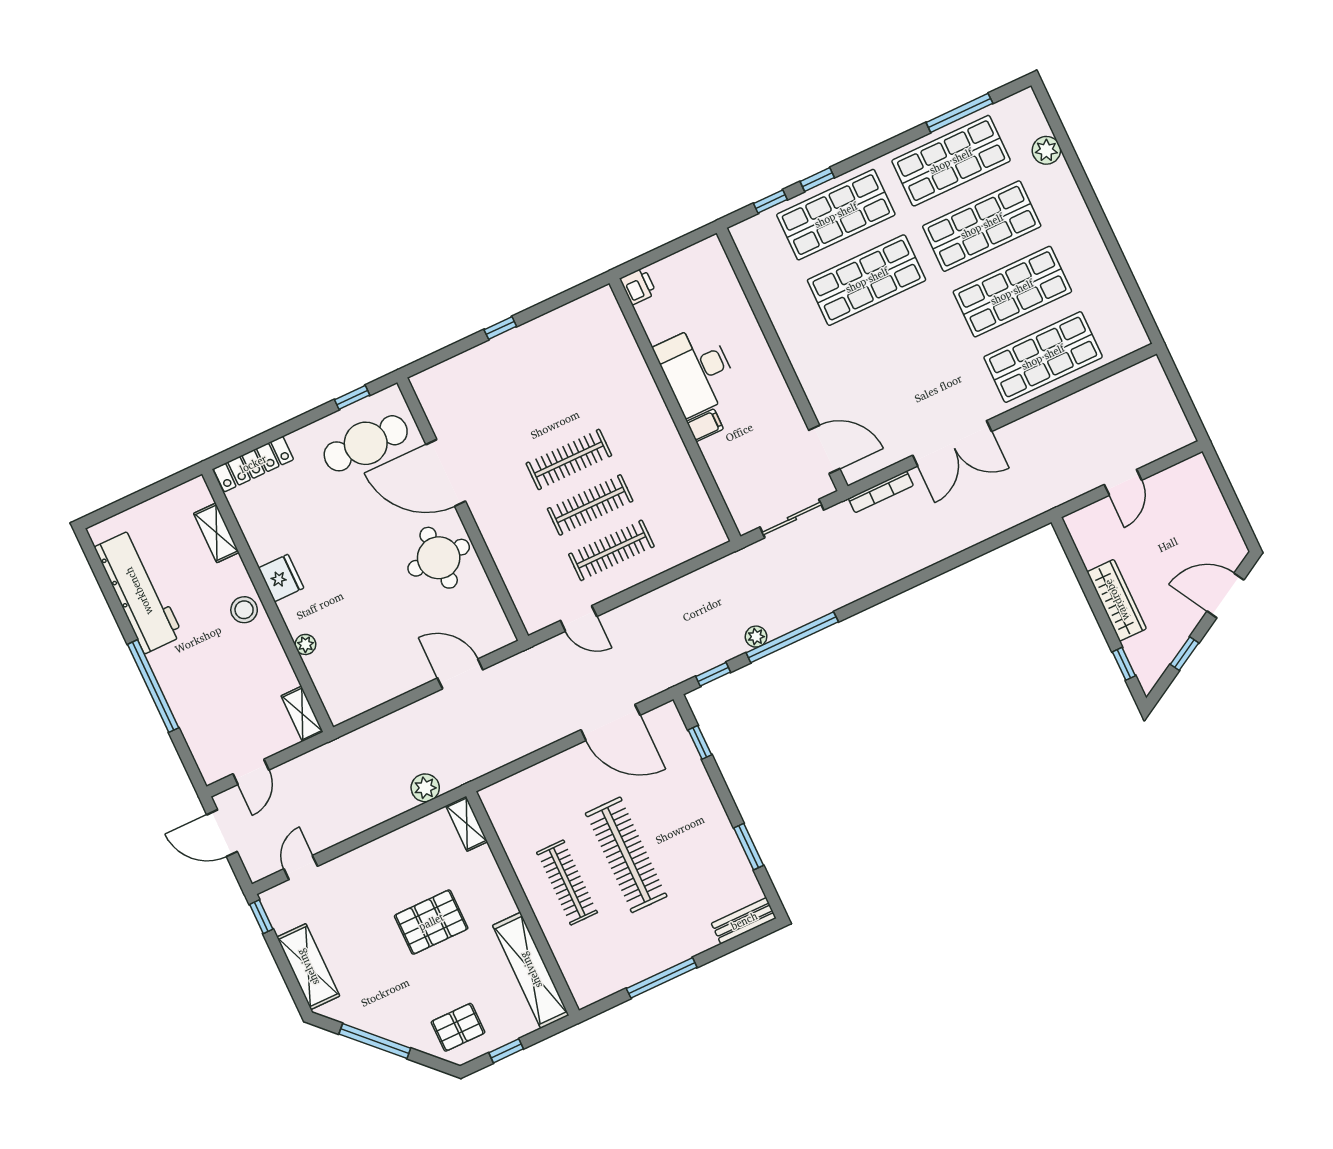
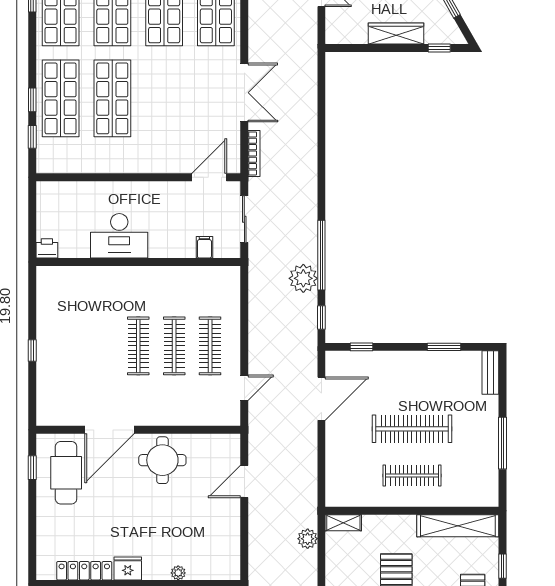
filing cabinet: (705, 425) -> (204, 247), moved
locker: (253, 464) -> (84, 571), moved, turned -90
plant: (756, 637) -> (303, 278), width x1.88, depth x1.88

